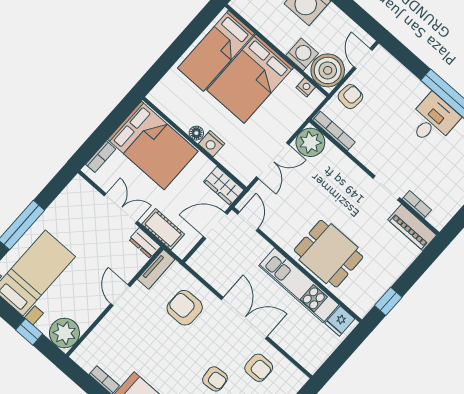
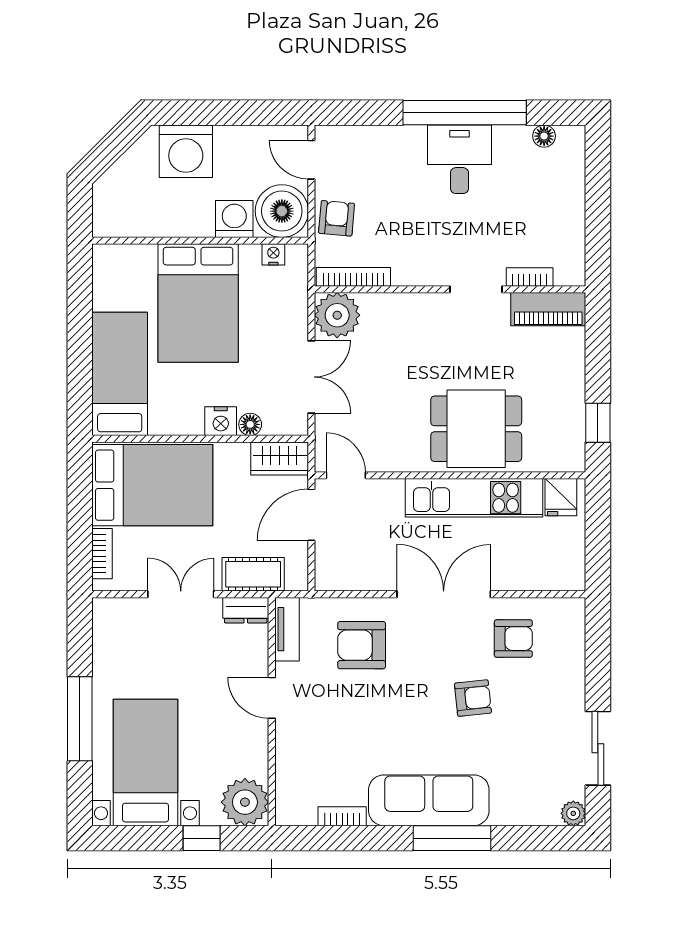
bed: (216, 51) -> (120, 374), moved, turned 180
floor lamp: (196, 133) -> (250, 424), moved

